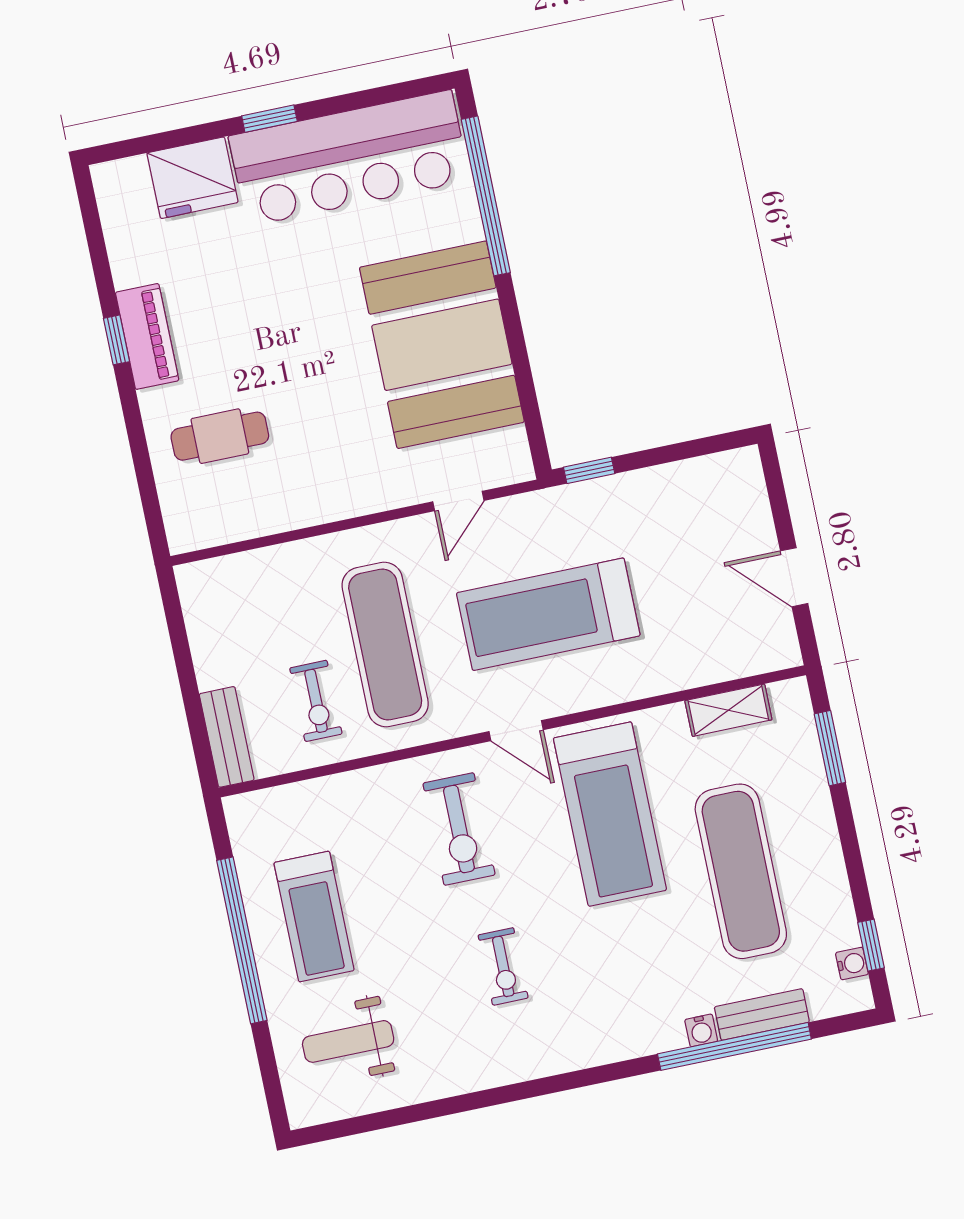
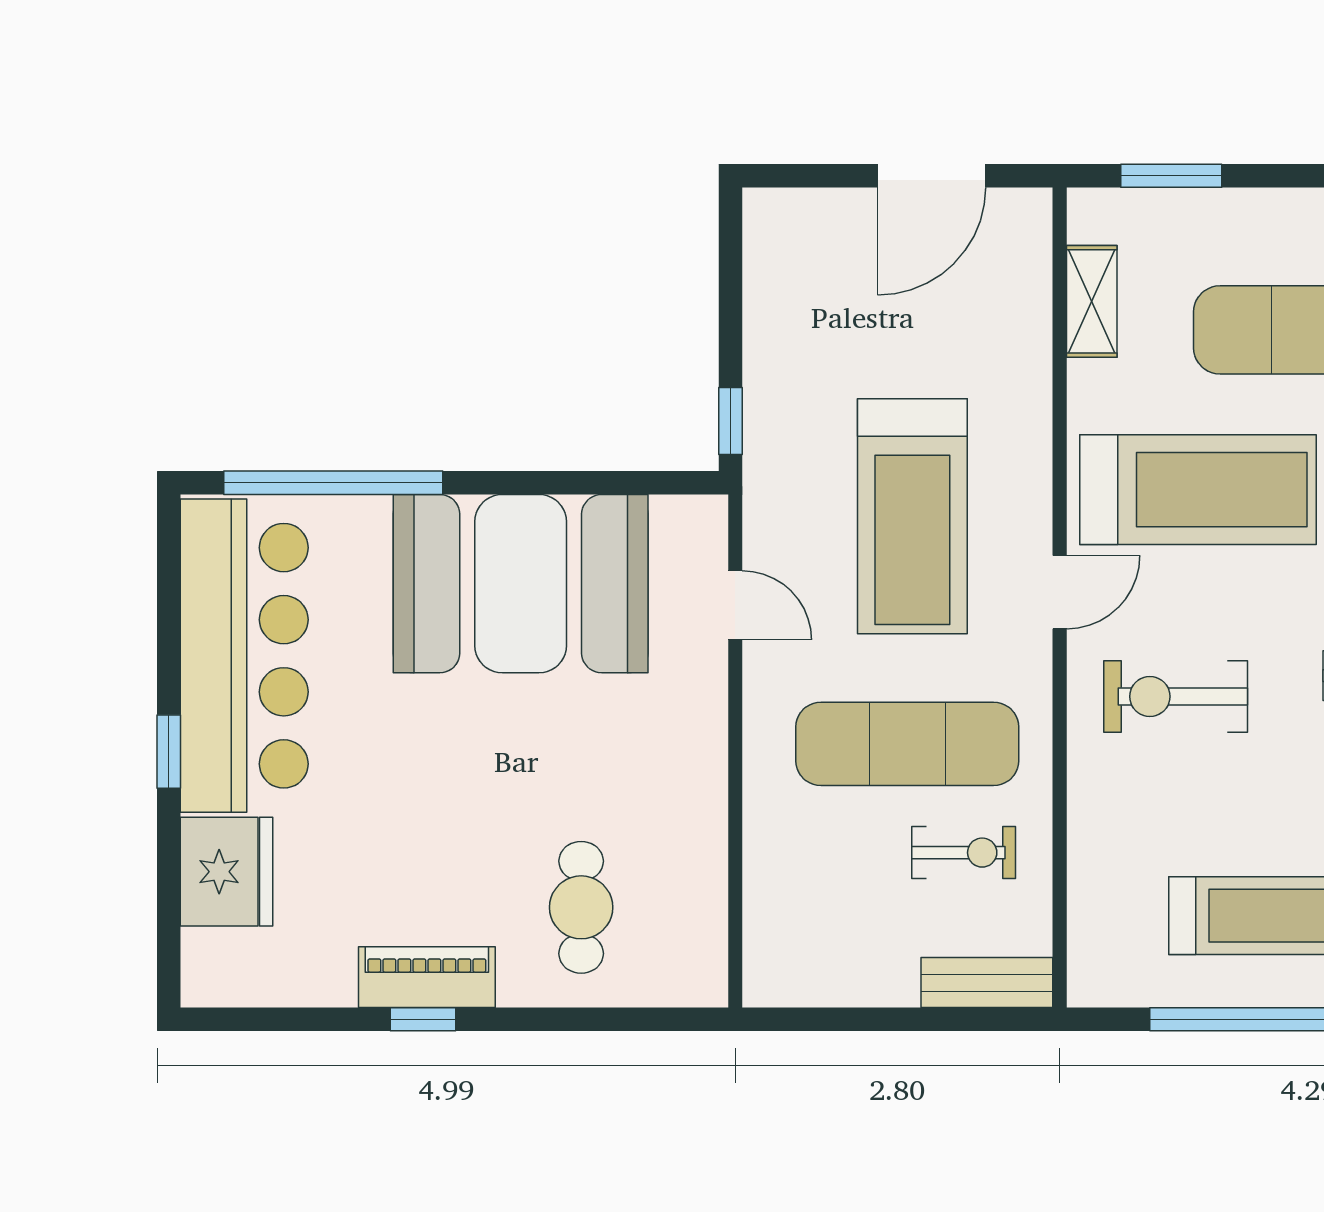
door: (794, 577) -> (932, 176), width x1.38
exercise bike: (459, 829) -> (1176, 696), turned 180

